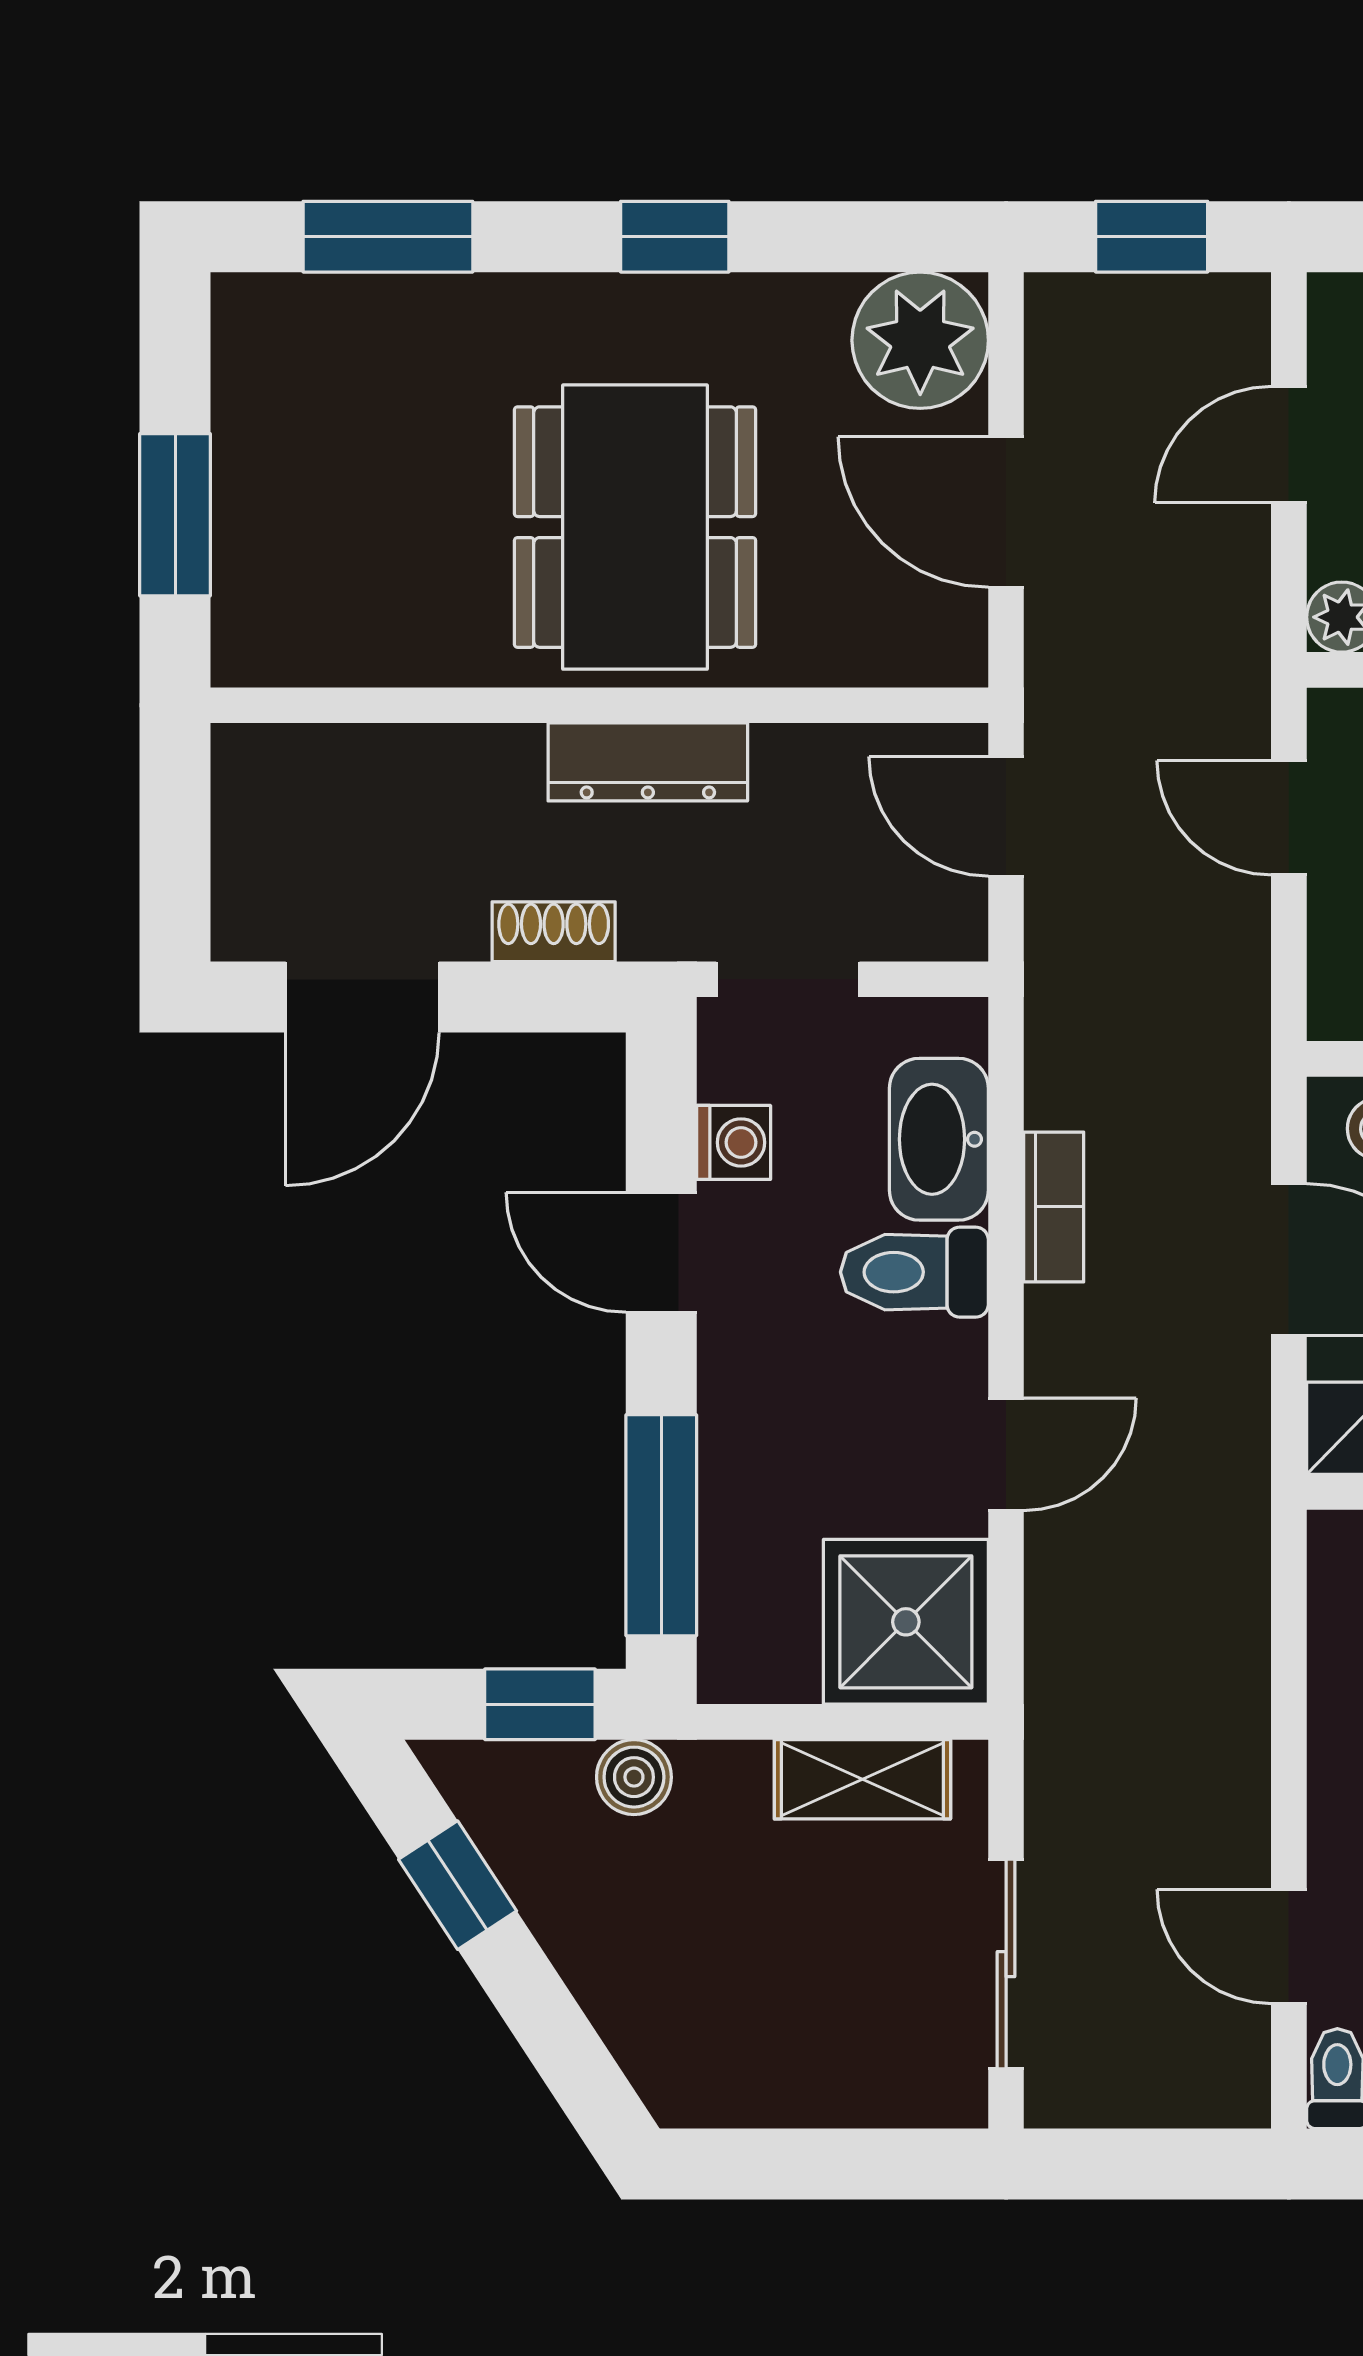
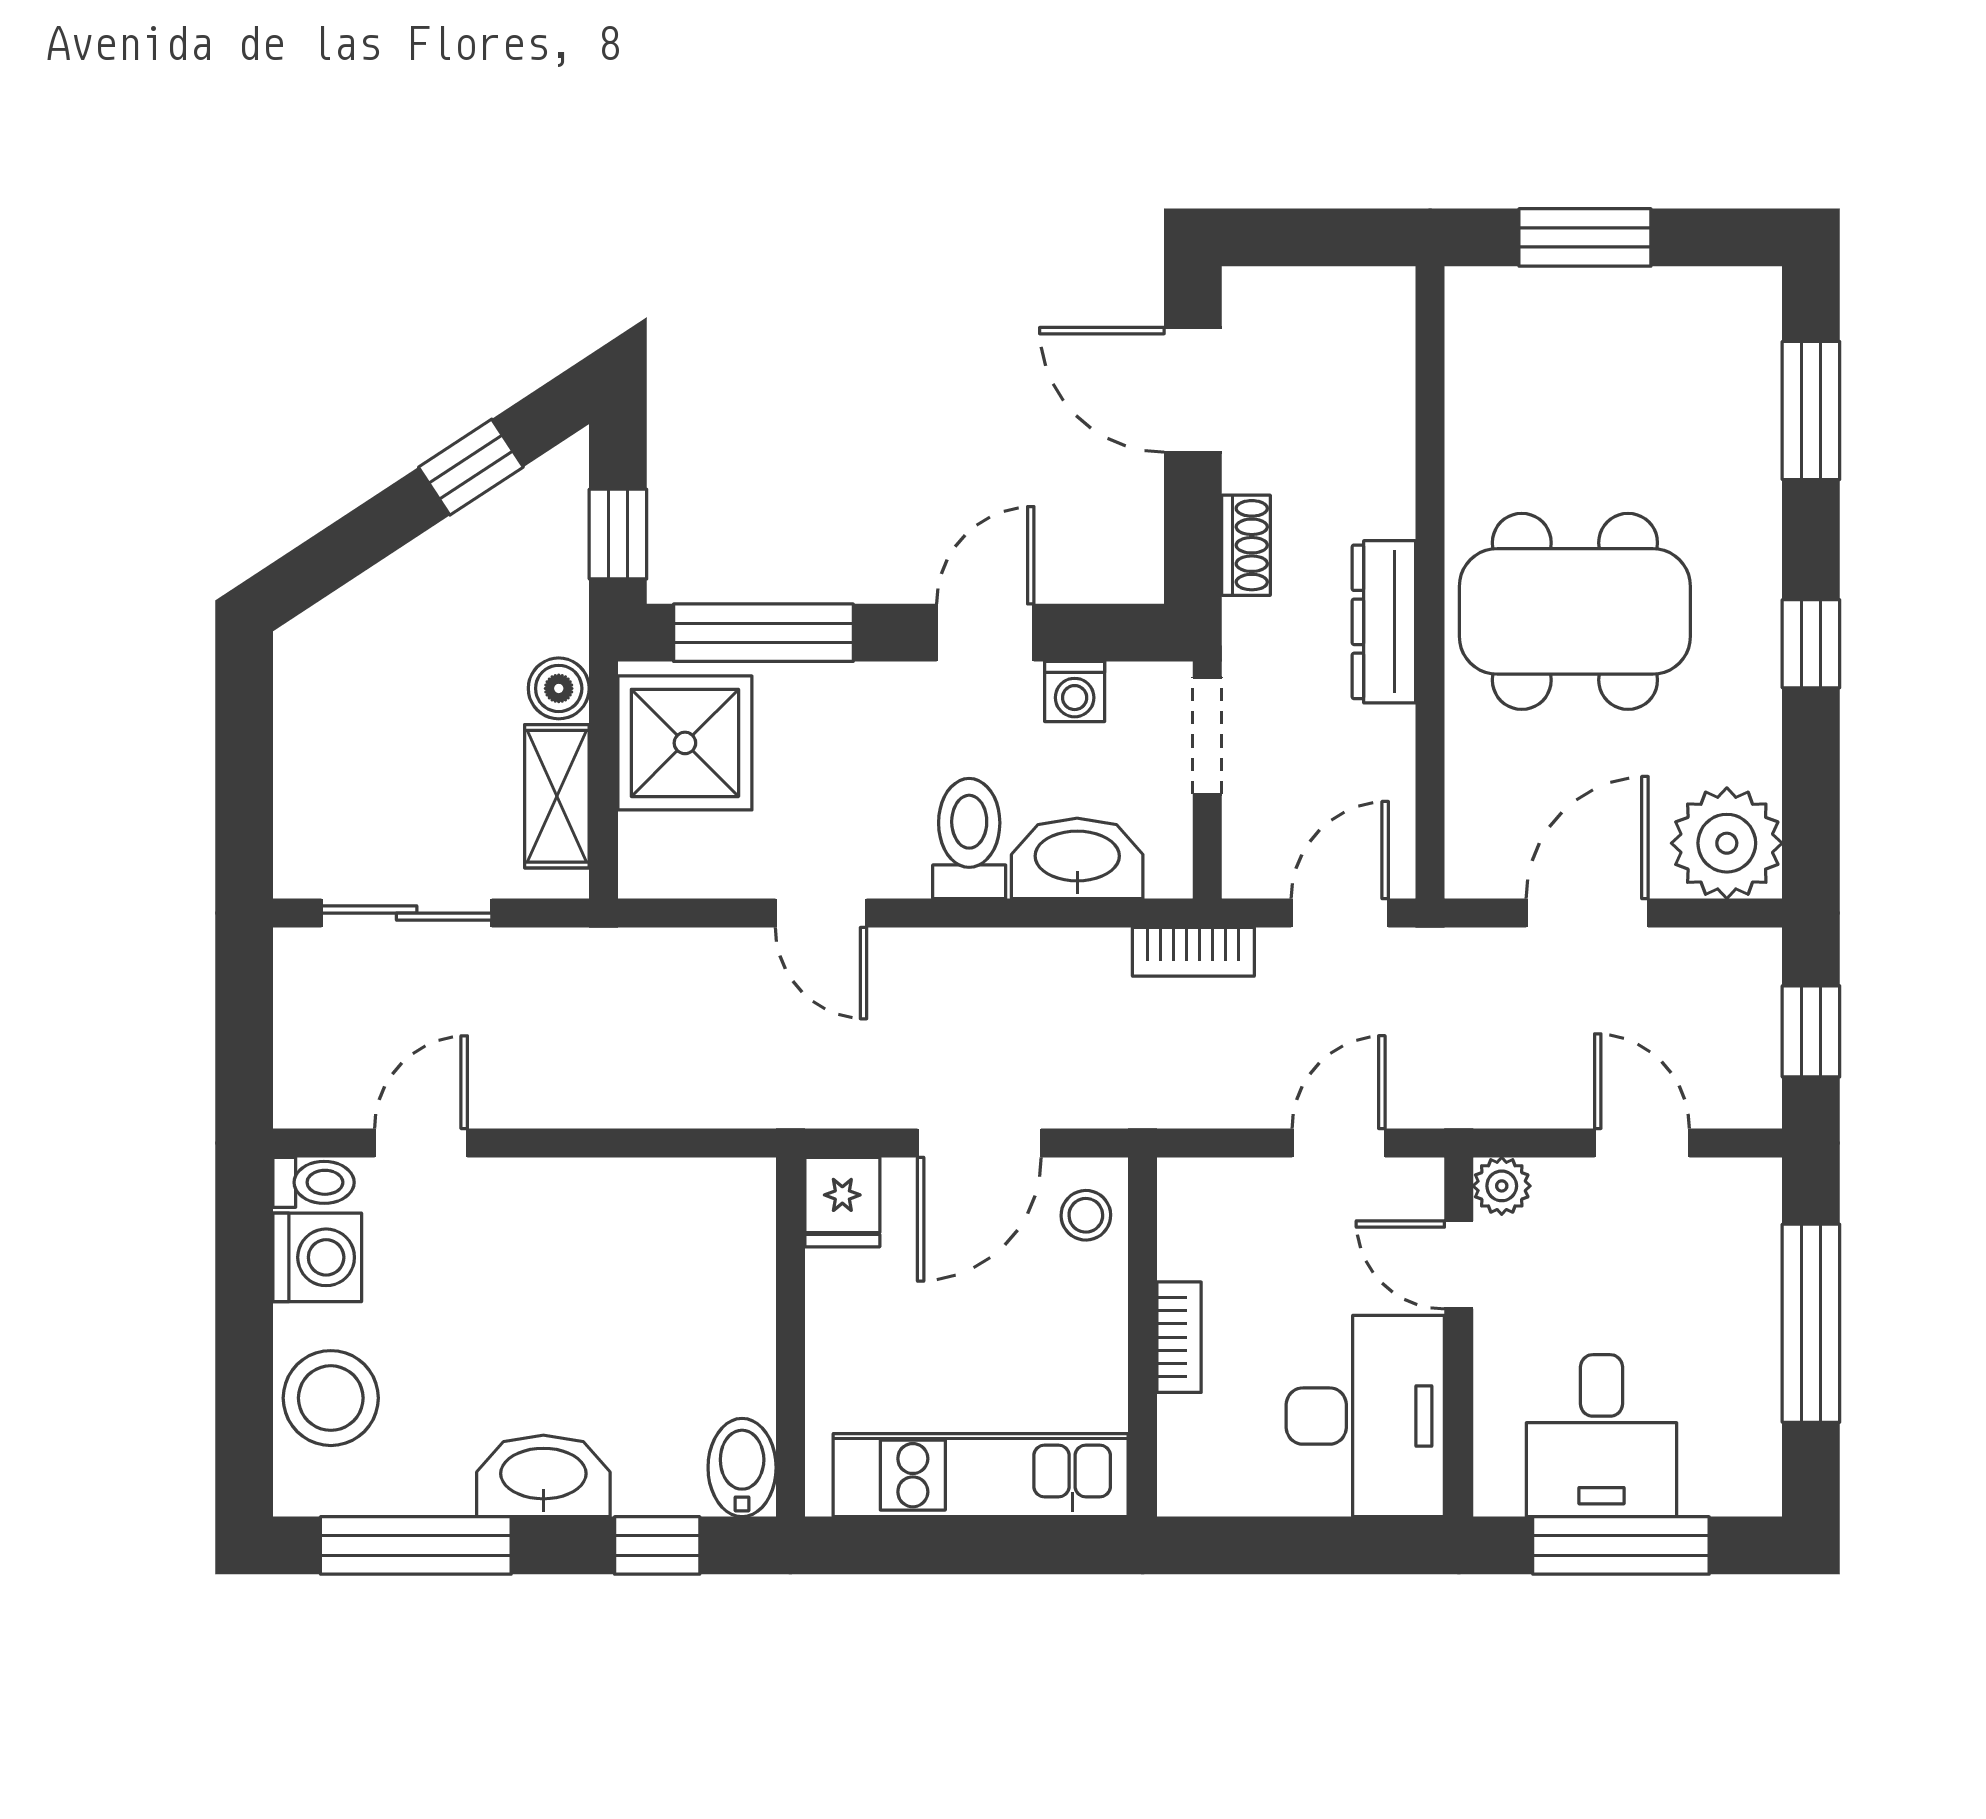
bookcase: (1054, 1207) -> (1193, 952), moved
shower: (906, 1622) -> (685, 743), moved
boiler: (634, 1777) -> (559, 688), moved

